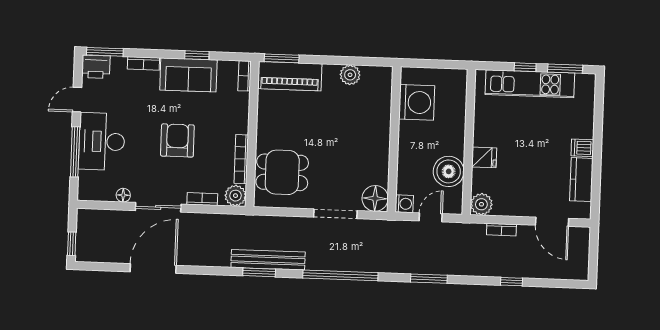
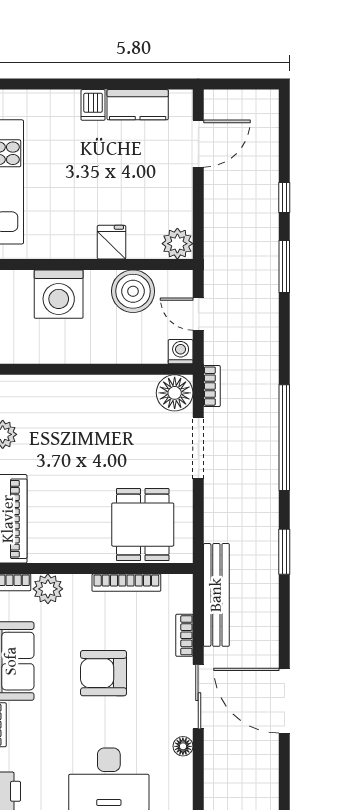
washing machine: (417, 102) -> (59, 294), moved, turned 180
plant: (235, 196) -> (48, 589), moved
bookcase: (501, 230) -> (212, 386), moved
bench: (268, 260) -> (216, 595), moved
window: (429, 279) -> (284, 266), moved

